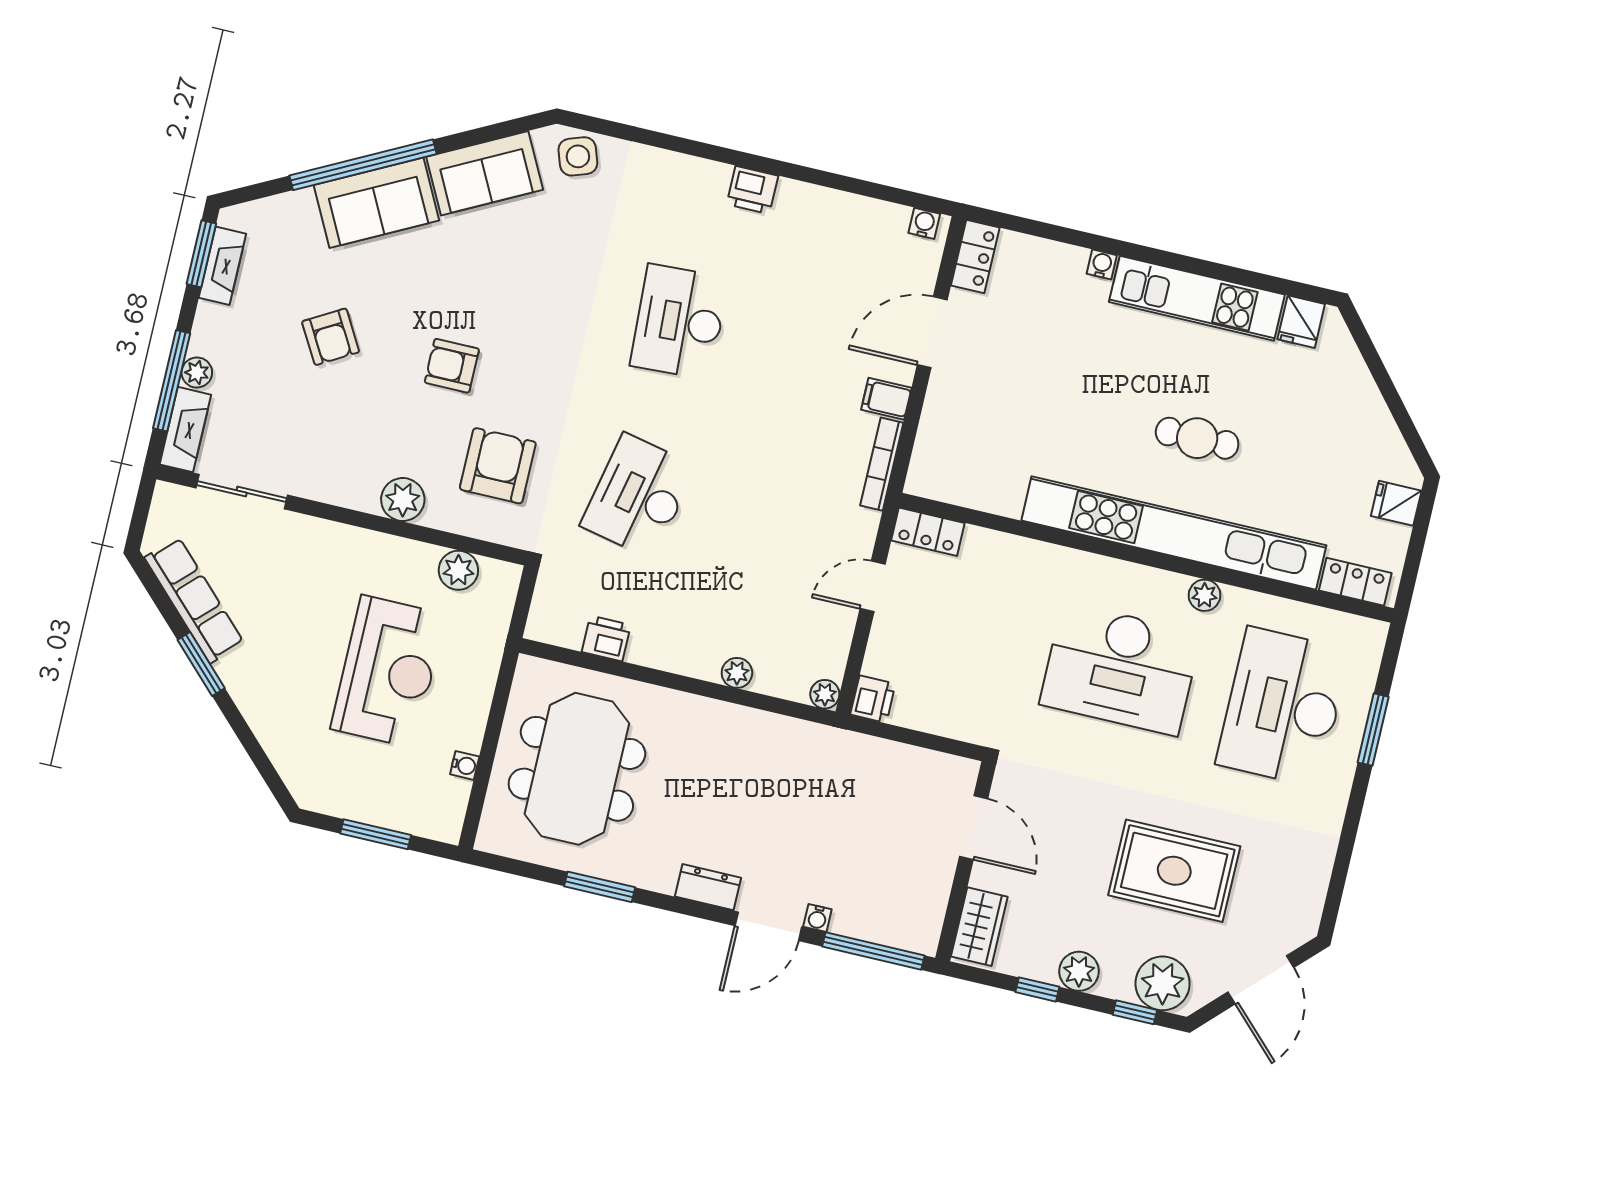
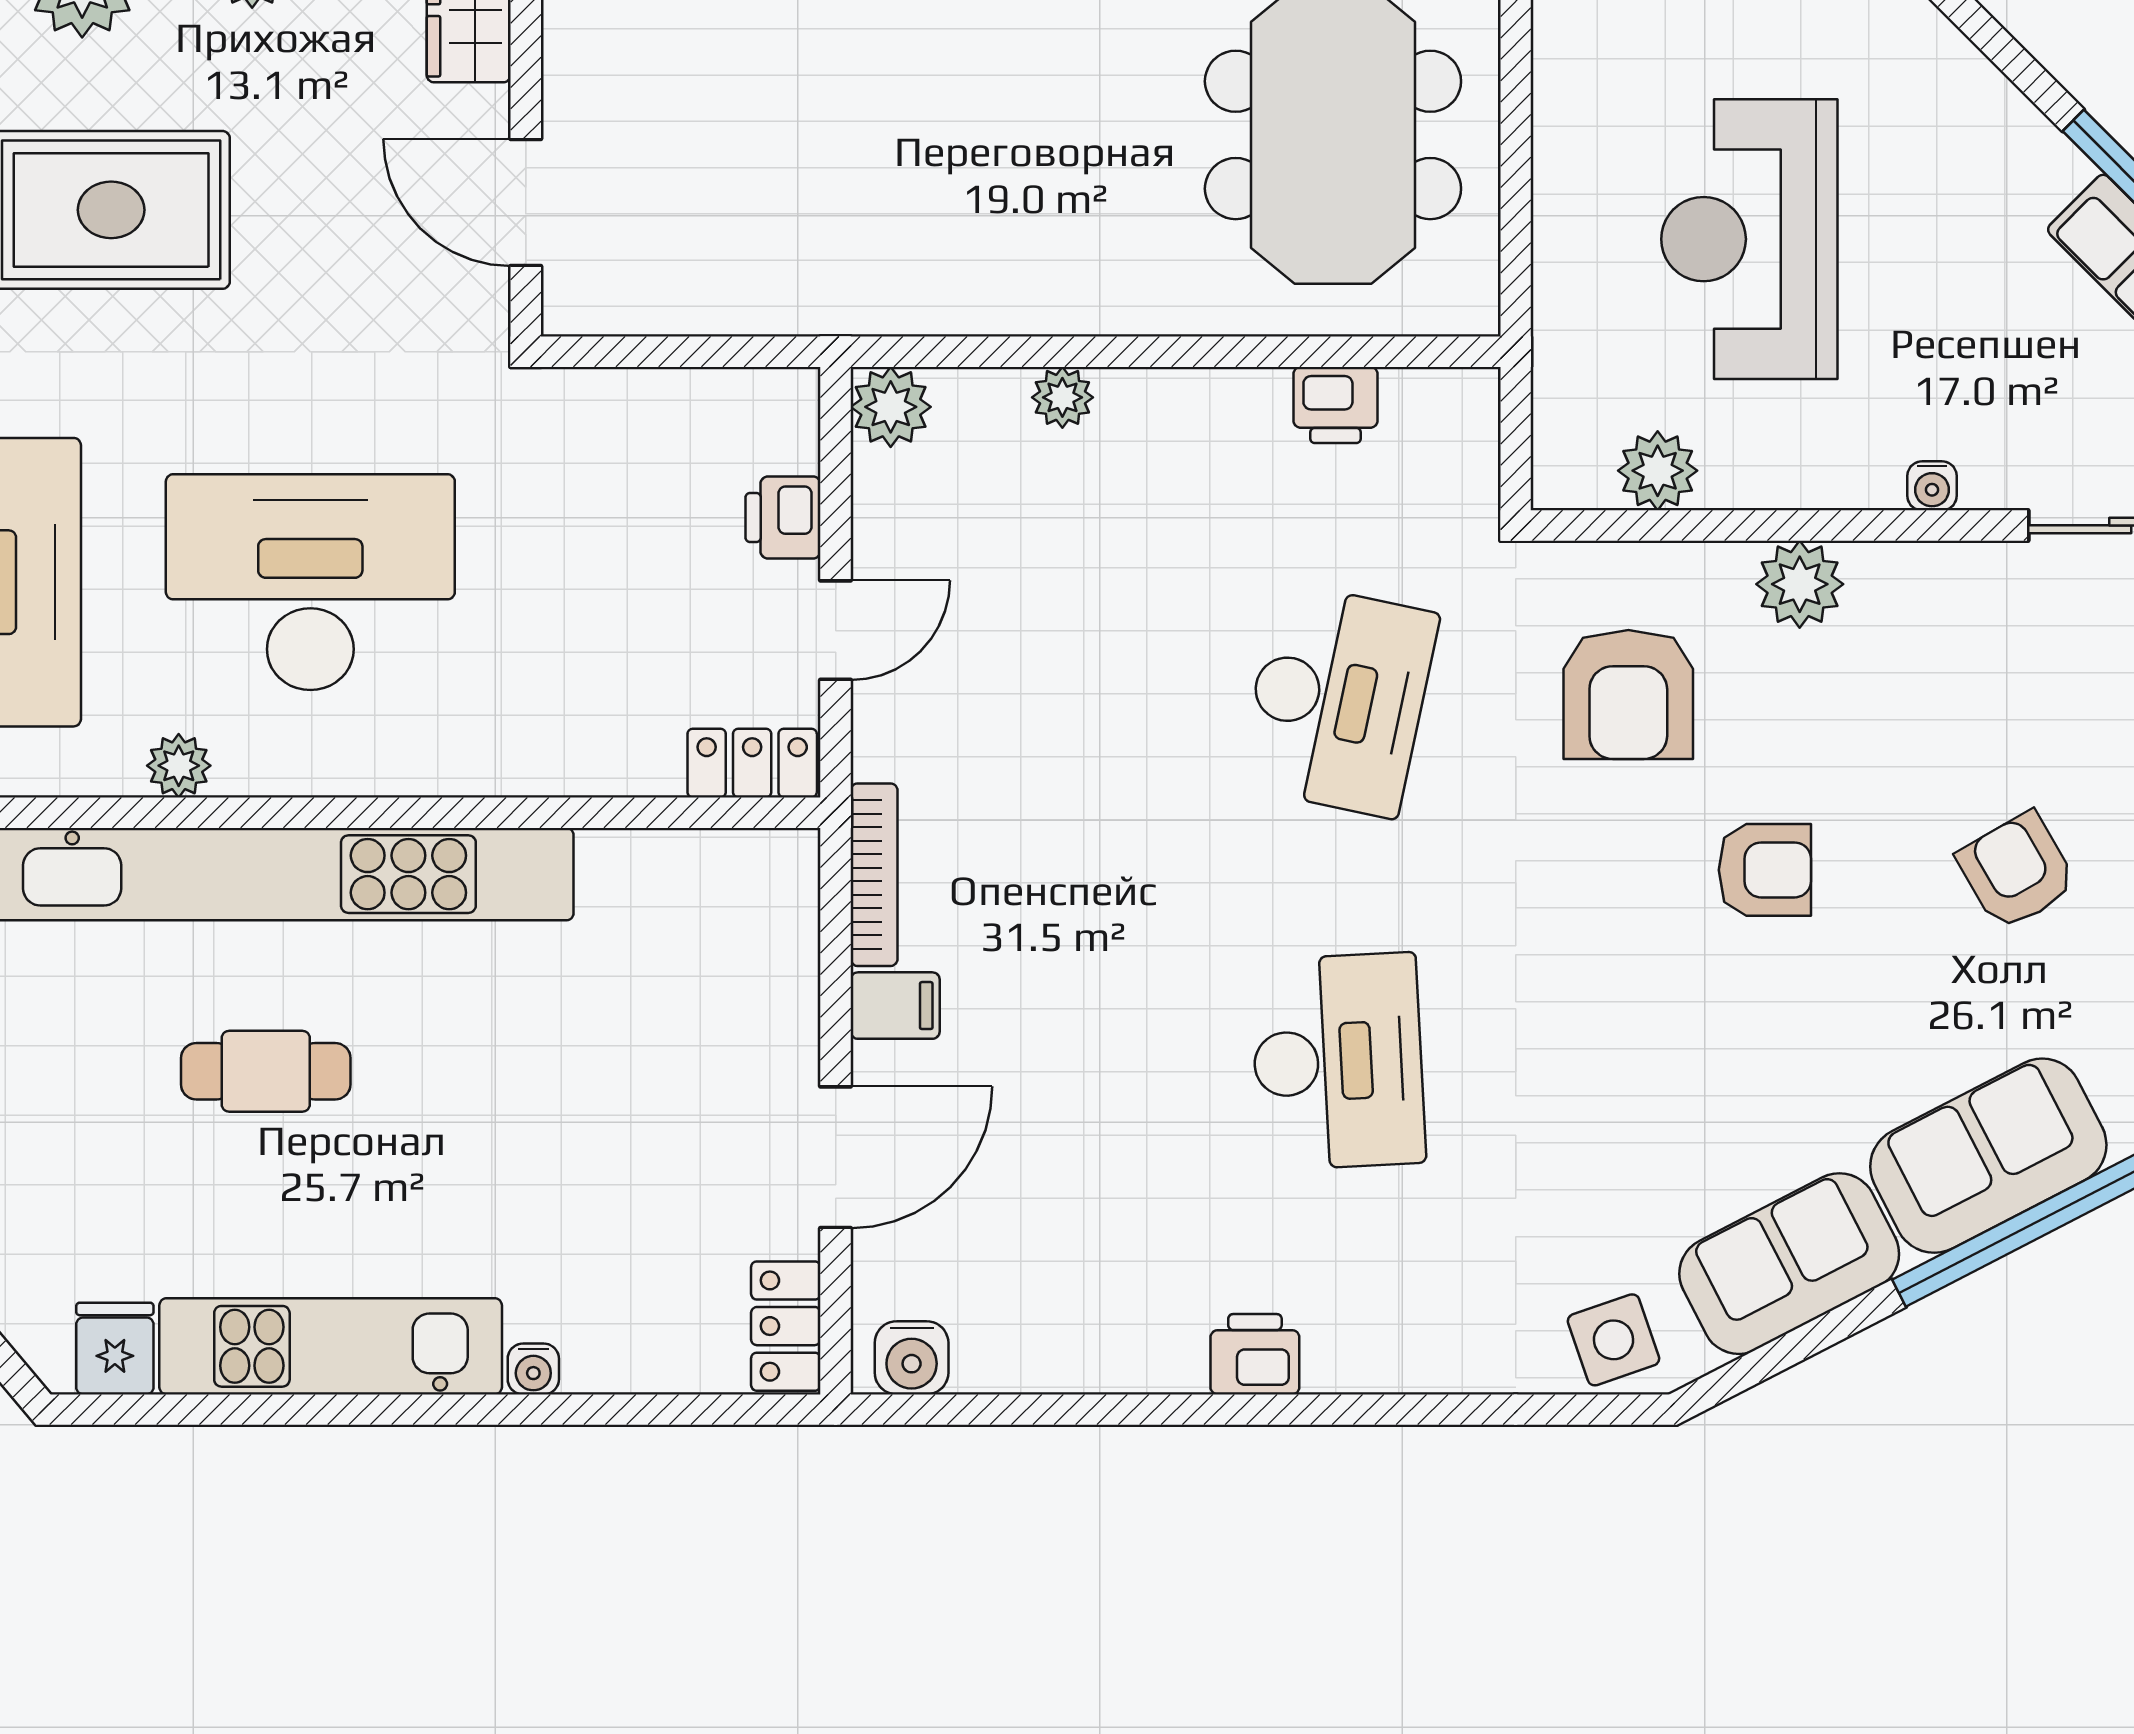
water cooler: (924, 223) -> (912, 1358), width x1.38, depth x1.38
plant: (825, 694) -> (891, 407), width x1.38, depth x1.38
printer: (873, 699) -> (783, 517), moved
water cooler: (465, 765) -> (1932, 486), moved, turned -90

